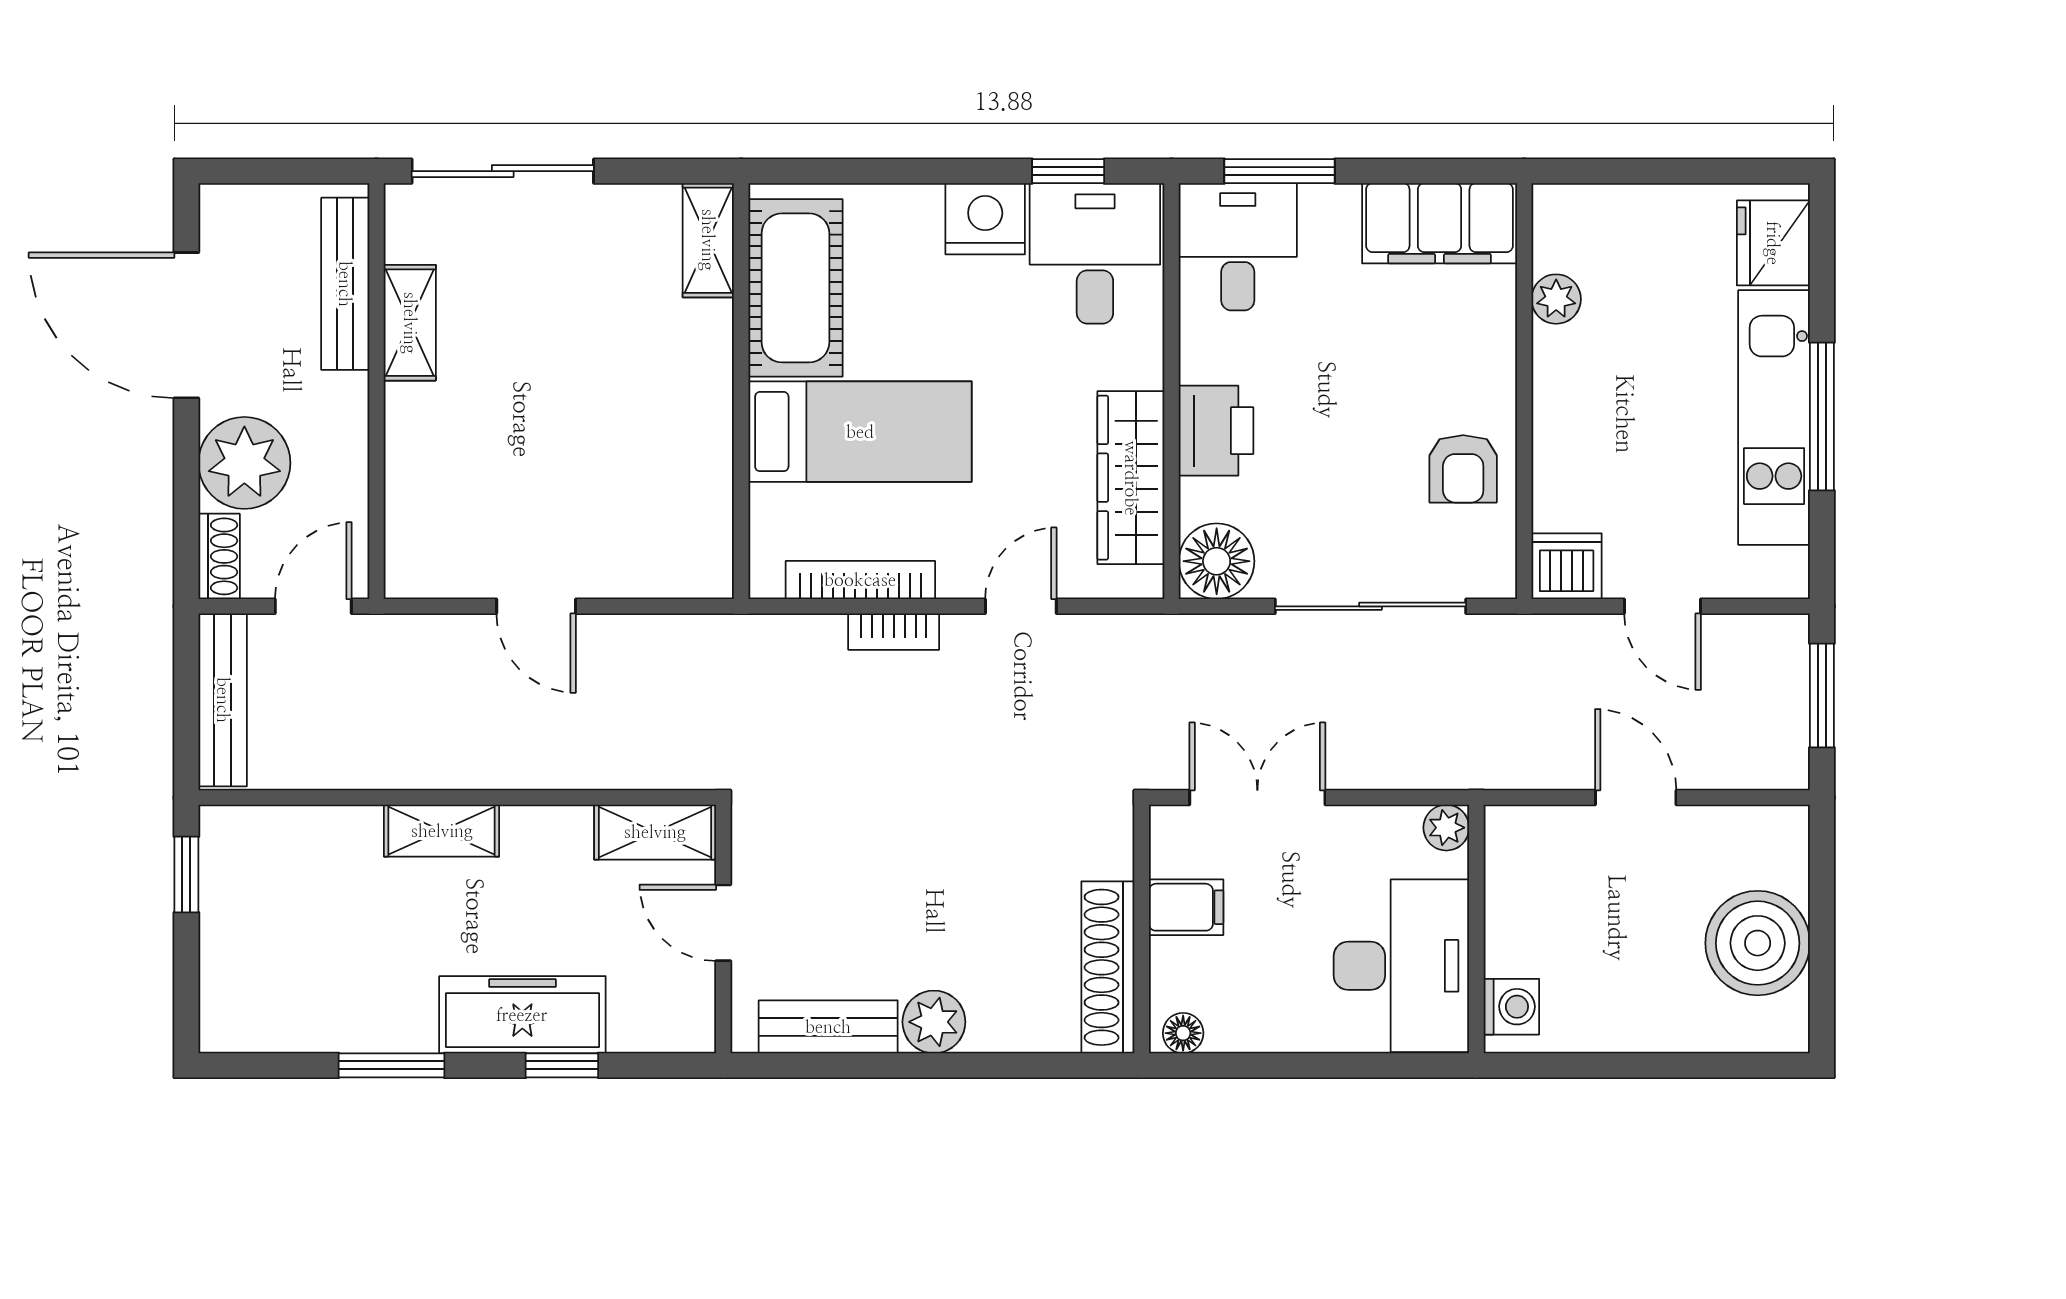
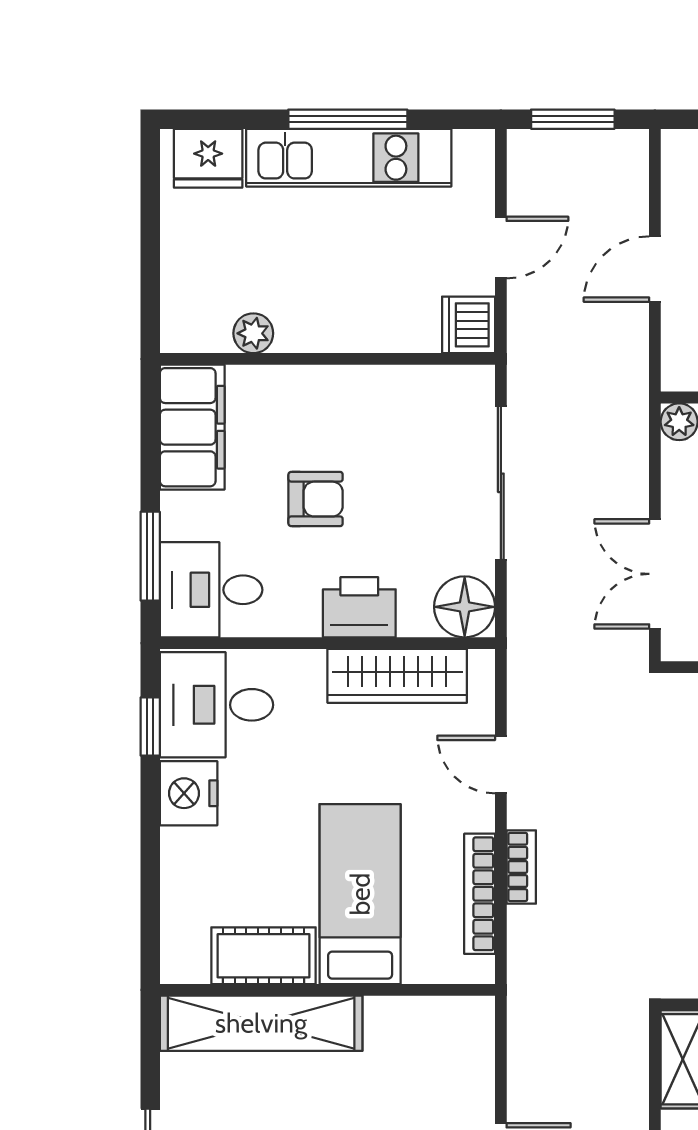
shelving: (708, 240) -> (261, 1023), width x2.20, depth x1.33
cot: (795, 288) -> (264, 956), width x0.73, depth x0.75
armchair: (1463, 469) -> (316, 499), moved

